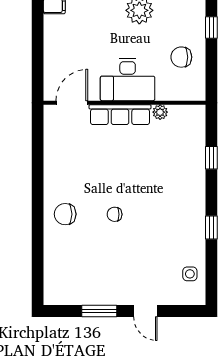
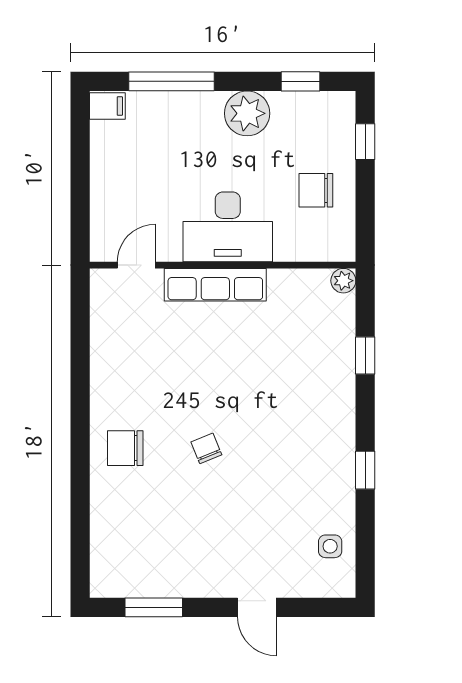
door: (72, 103) -> (136, 265), width x0.73
plant: (160, 112) -> (343, 281), moved
chair: (115, 214) -> (206, 448), turned 68
window: (99, 311) -> (154, 607), moved

